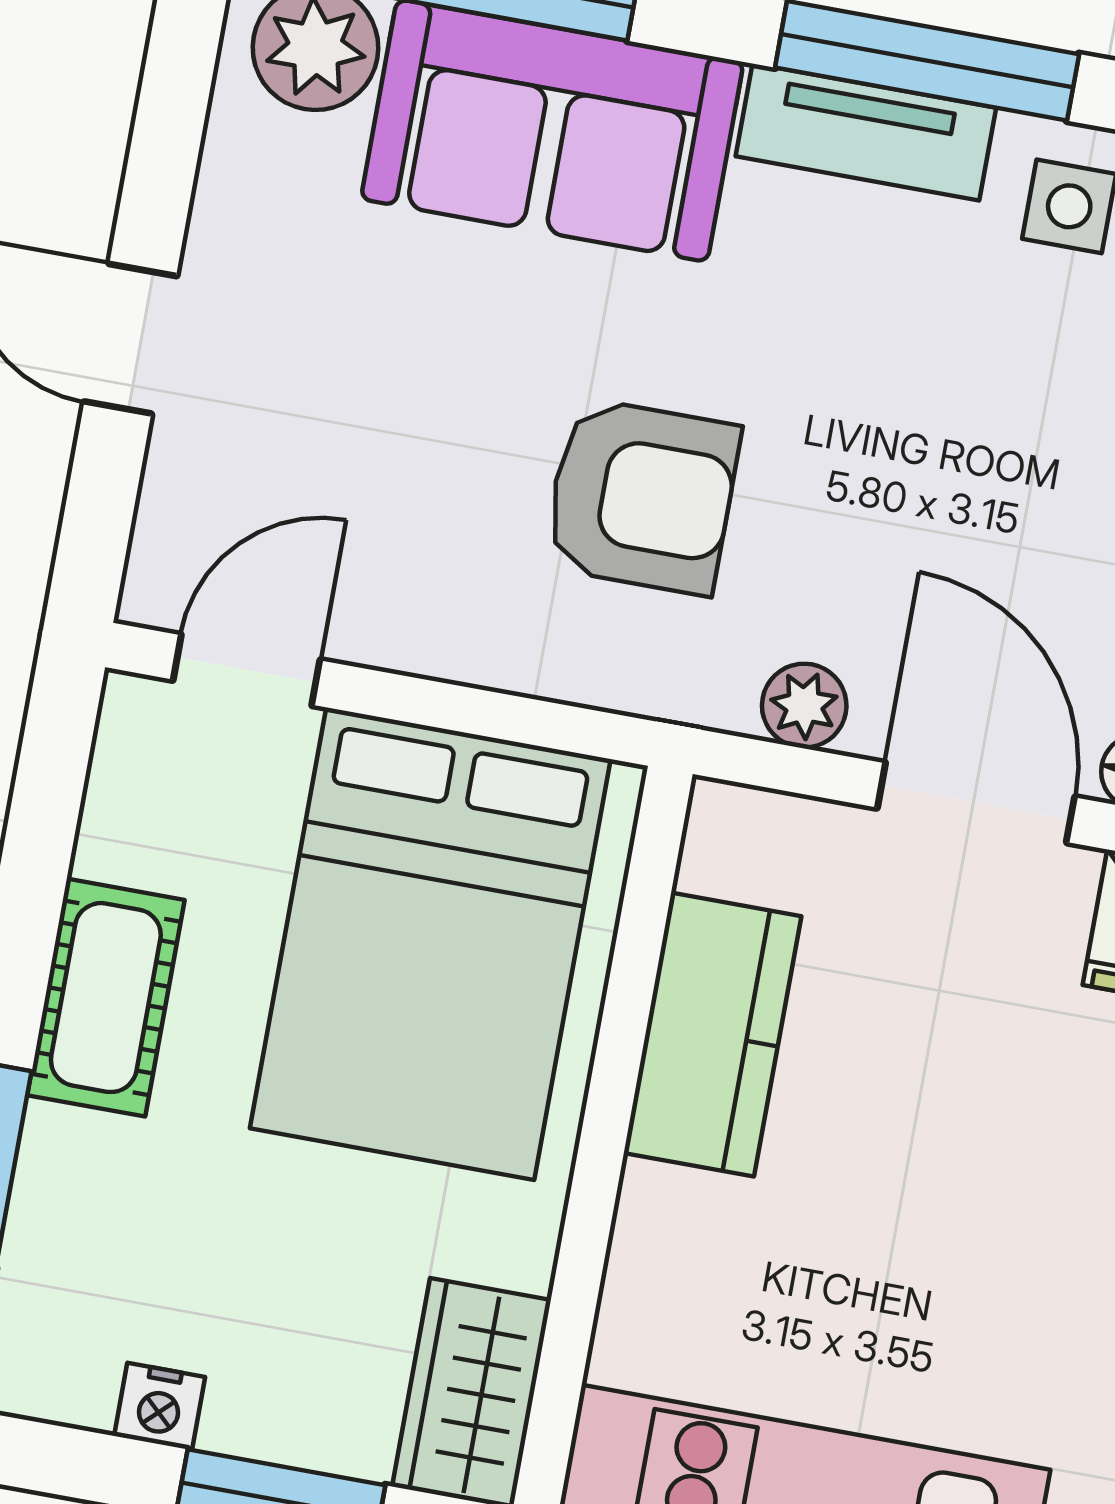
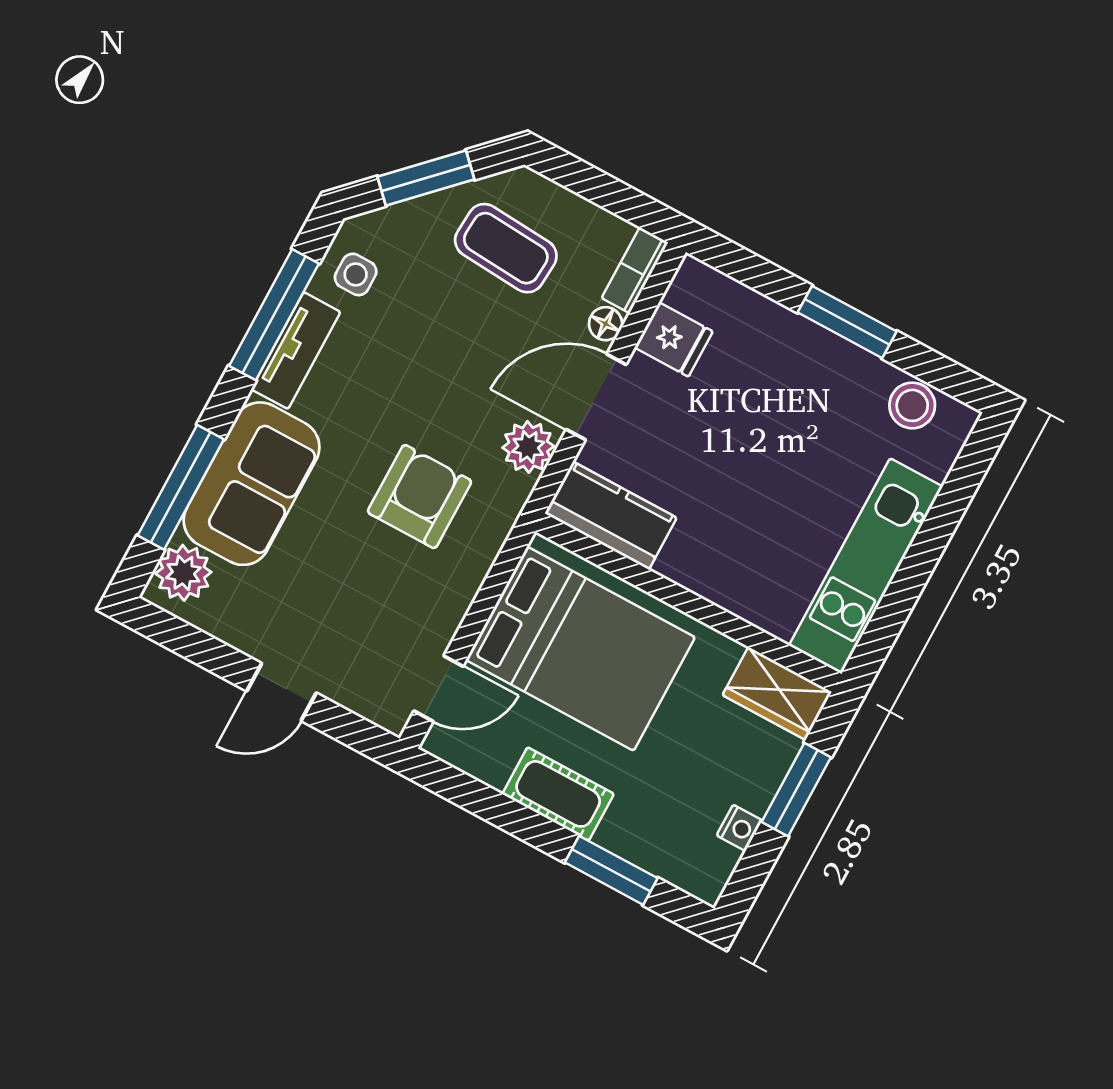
door: (247, 670) -> (438, 689), swing flipped
plant: (804, 706) -> (528, 447), width x1.38, depth x1.38
kitchen counter: (712, 1035) -> (611, 516), moved

